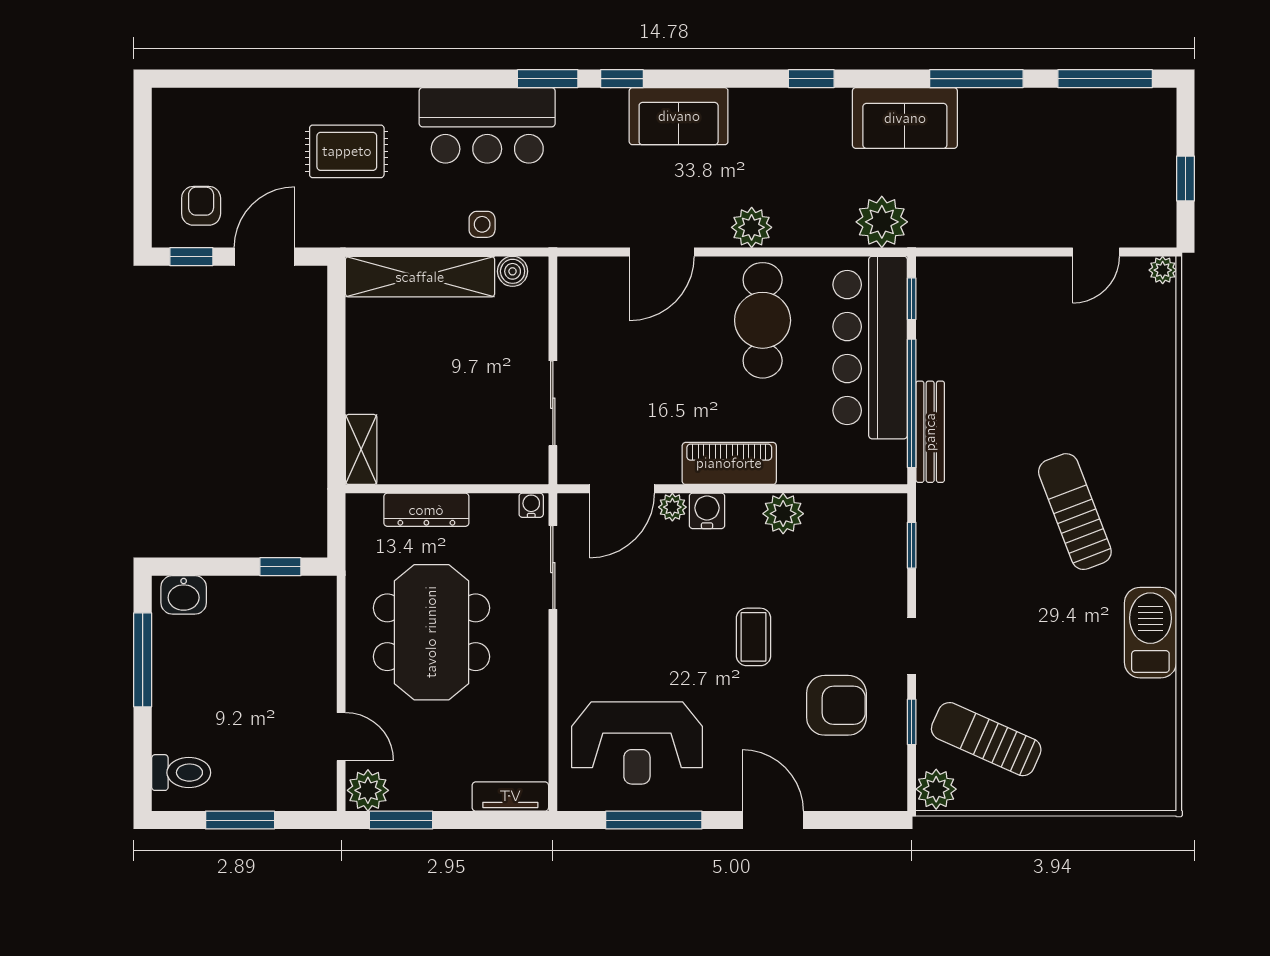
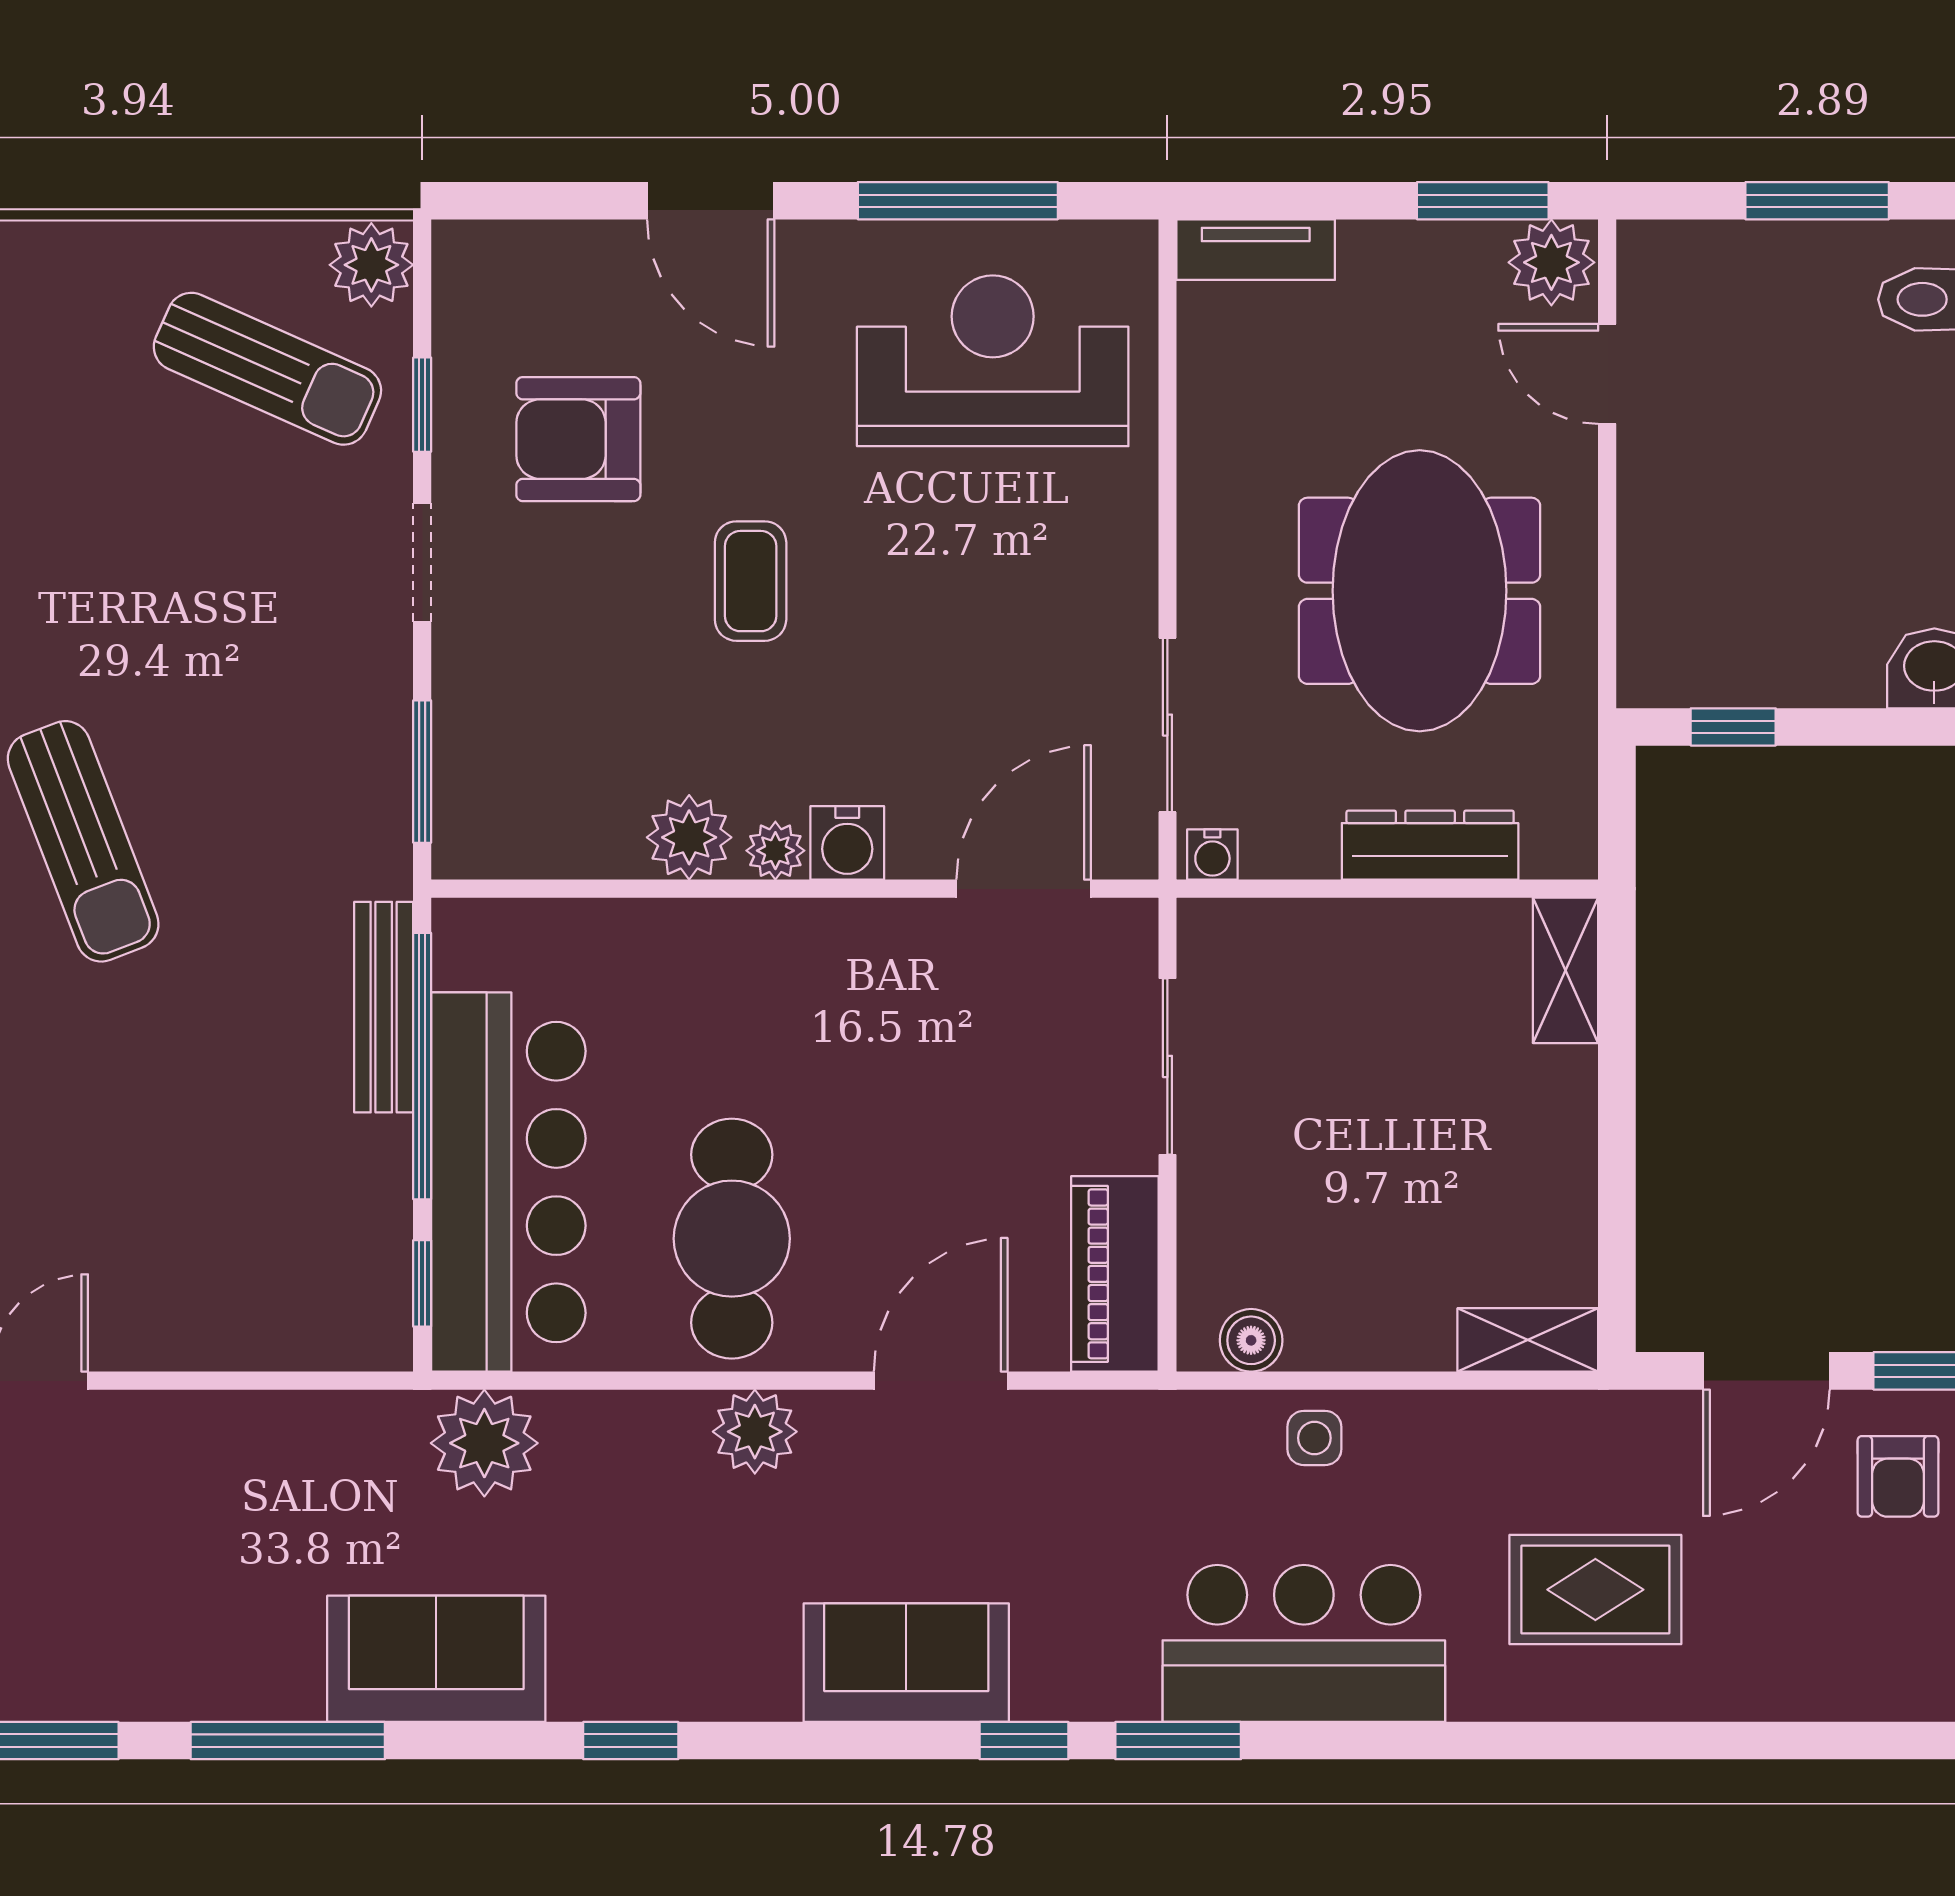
shelving: (420, 277) -> (1528, 1340), width x0.45, depth x0.75
piano: (729, 463) -> (1115, 1274), moved, turned 90
plant: (672, 507) -> (775, 851), moved
window: (912, 545) -> (422, 772), width x1.50

